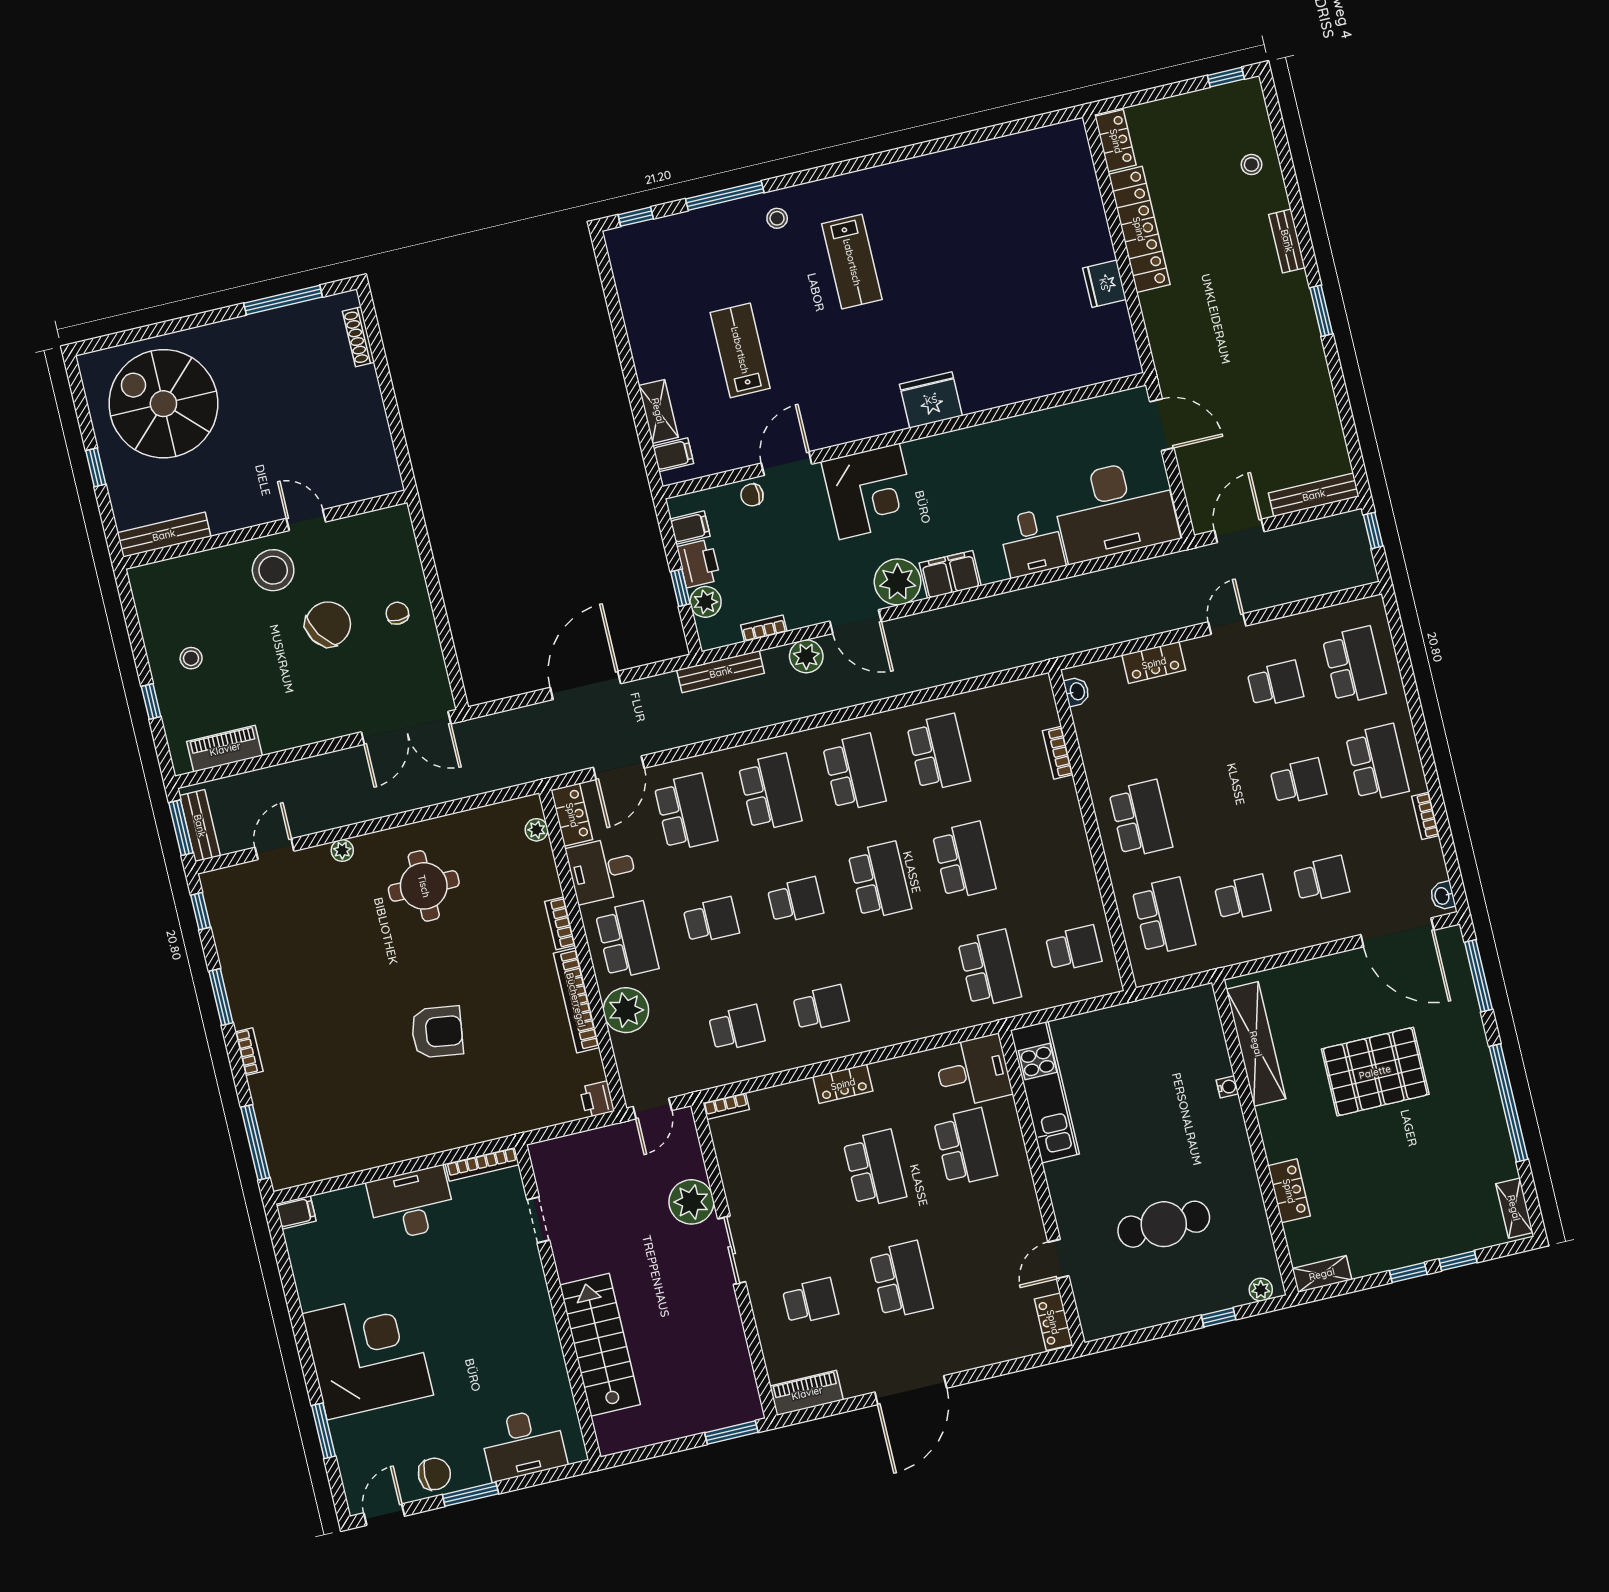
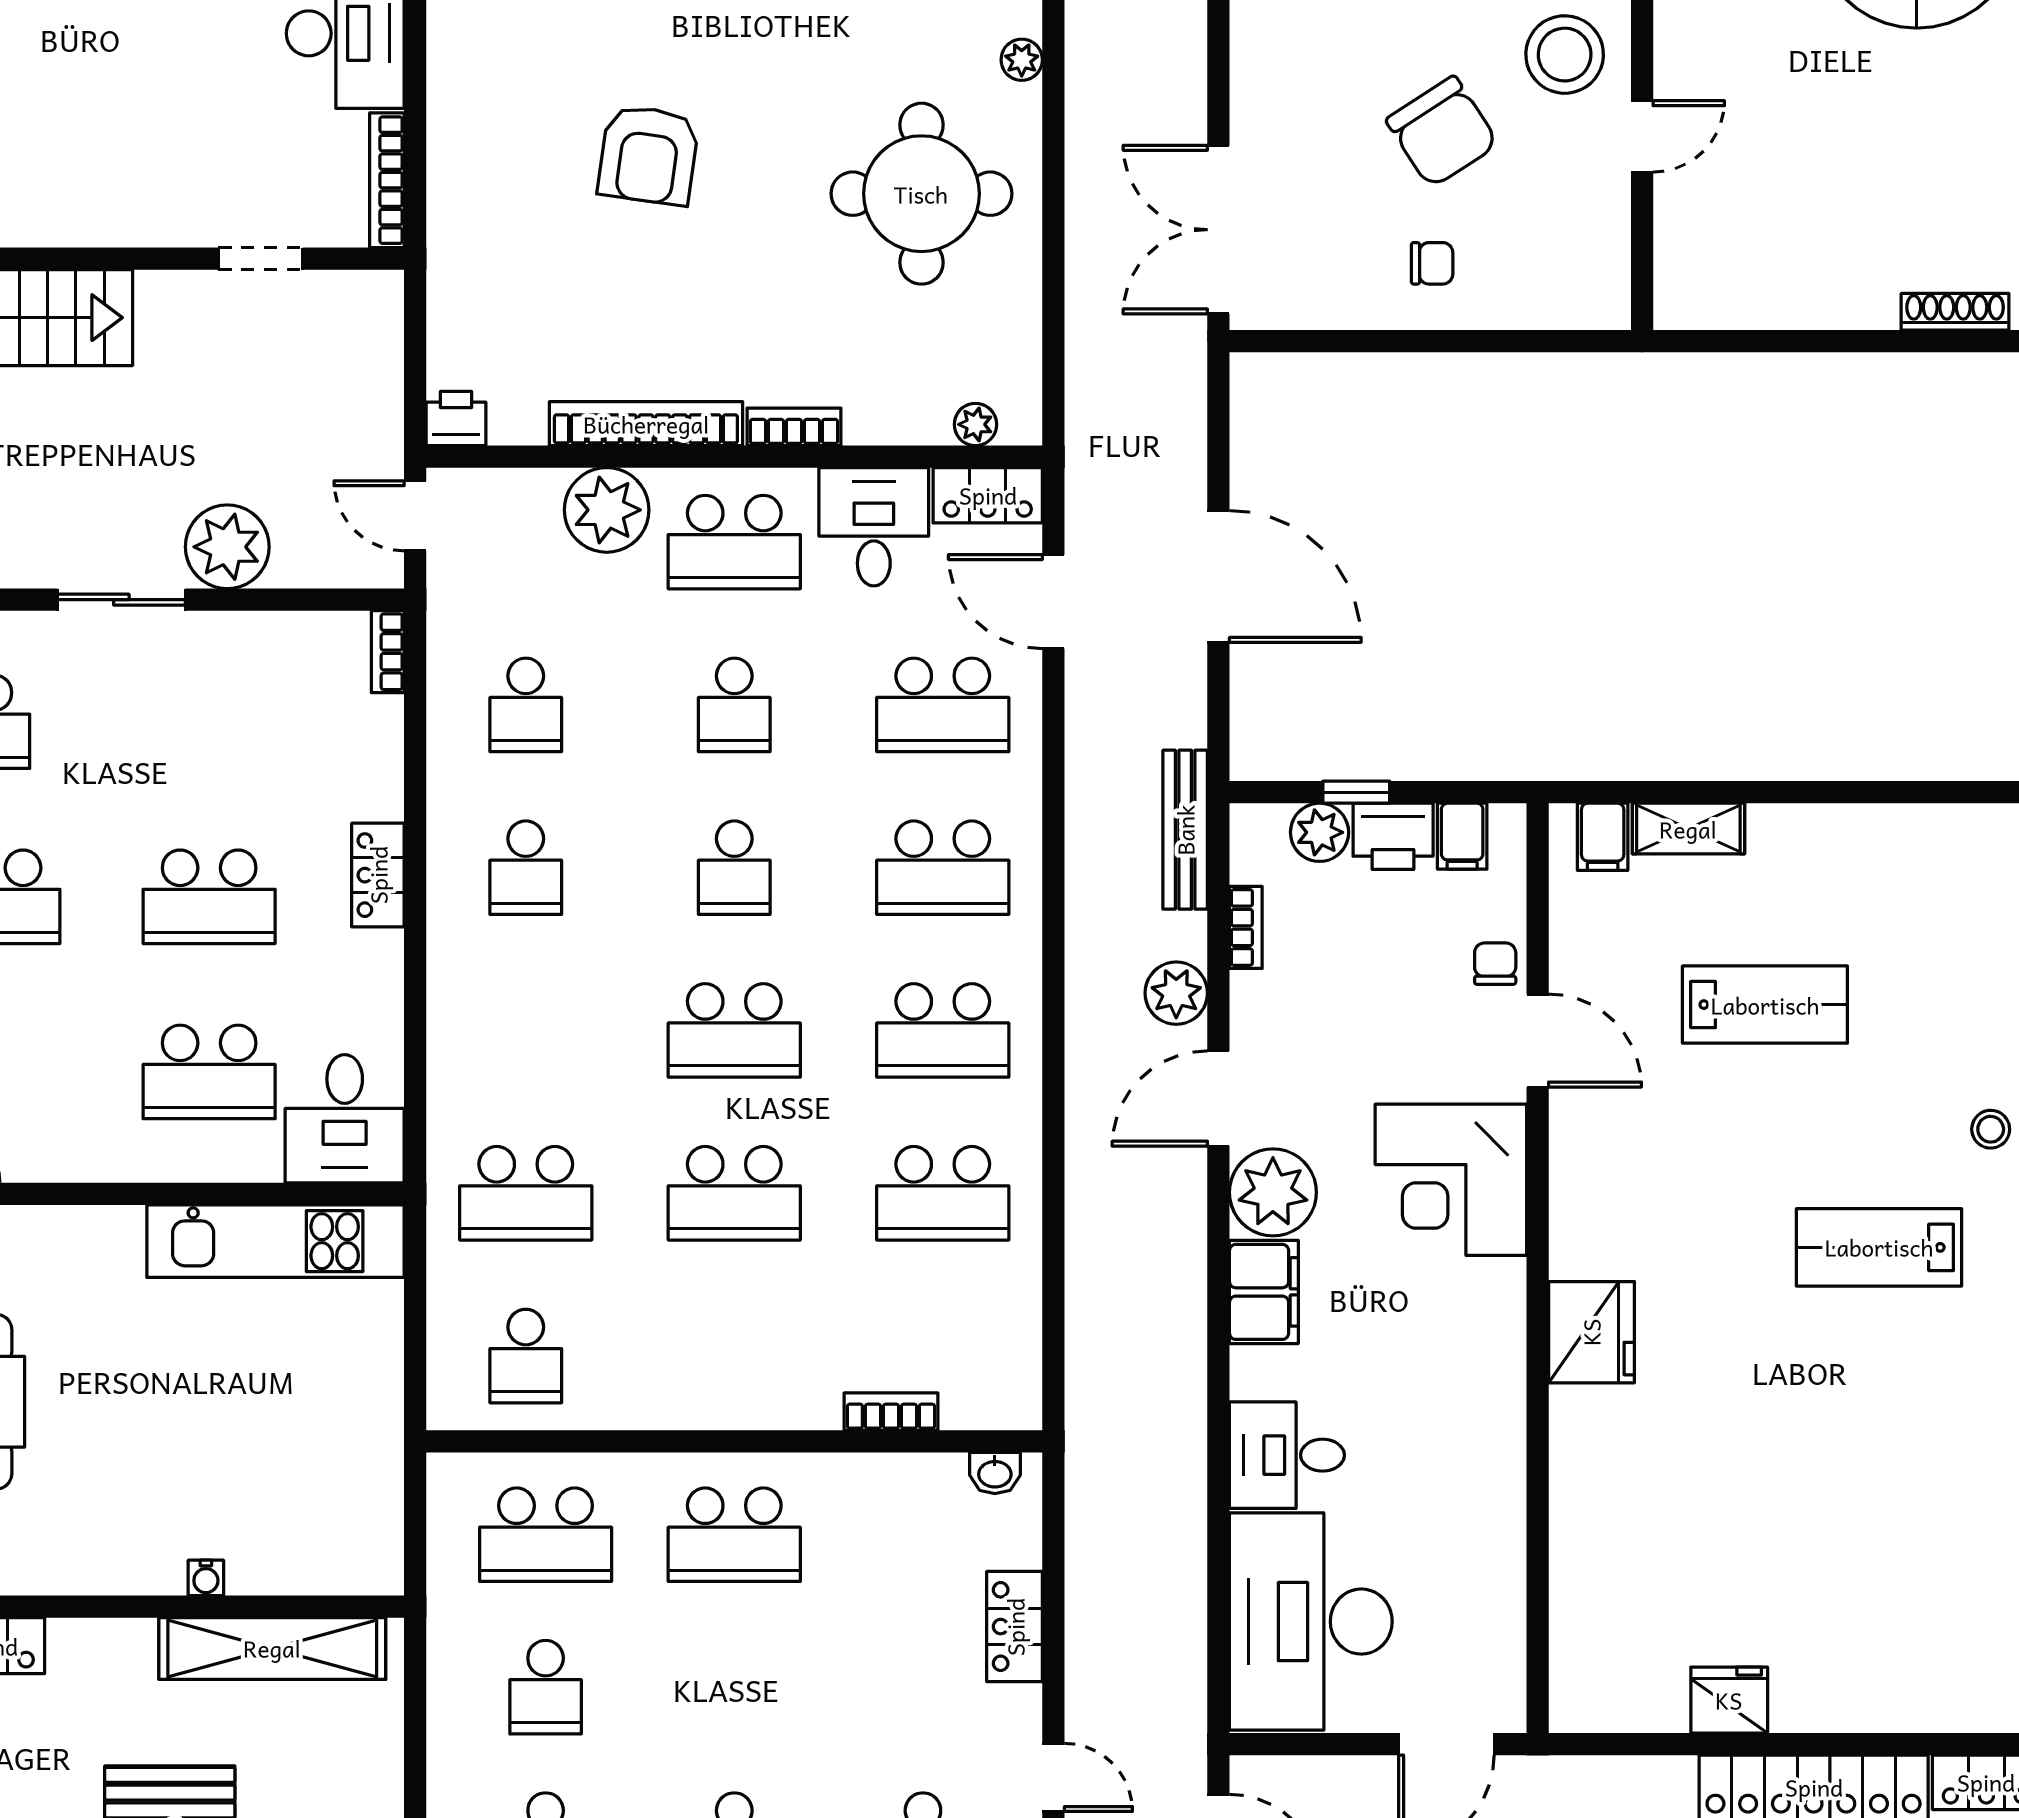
round table: (424, 886) -> (921, 194), width x1.36, depth x1.36

